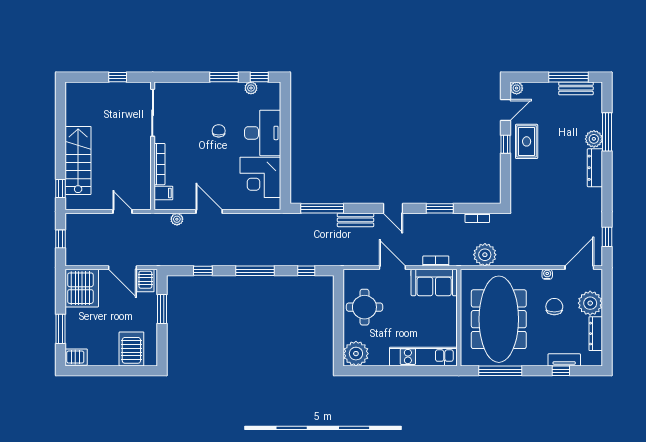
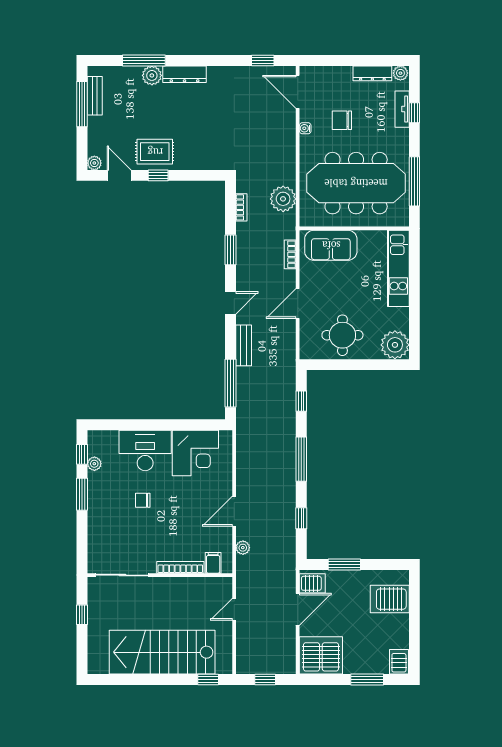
stairs: (78, 160) -> (162, 652), width x1.36, depth x1.51
sofa: (434, 283) -> (331, 245), moved, turned 90
plant: (590, 303) -> (400, 73), moved, width x0.53, depth x0.53

